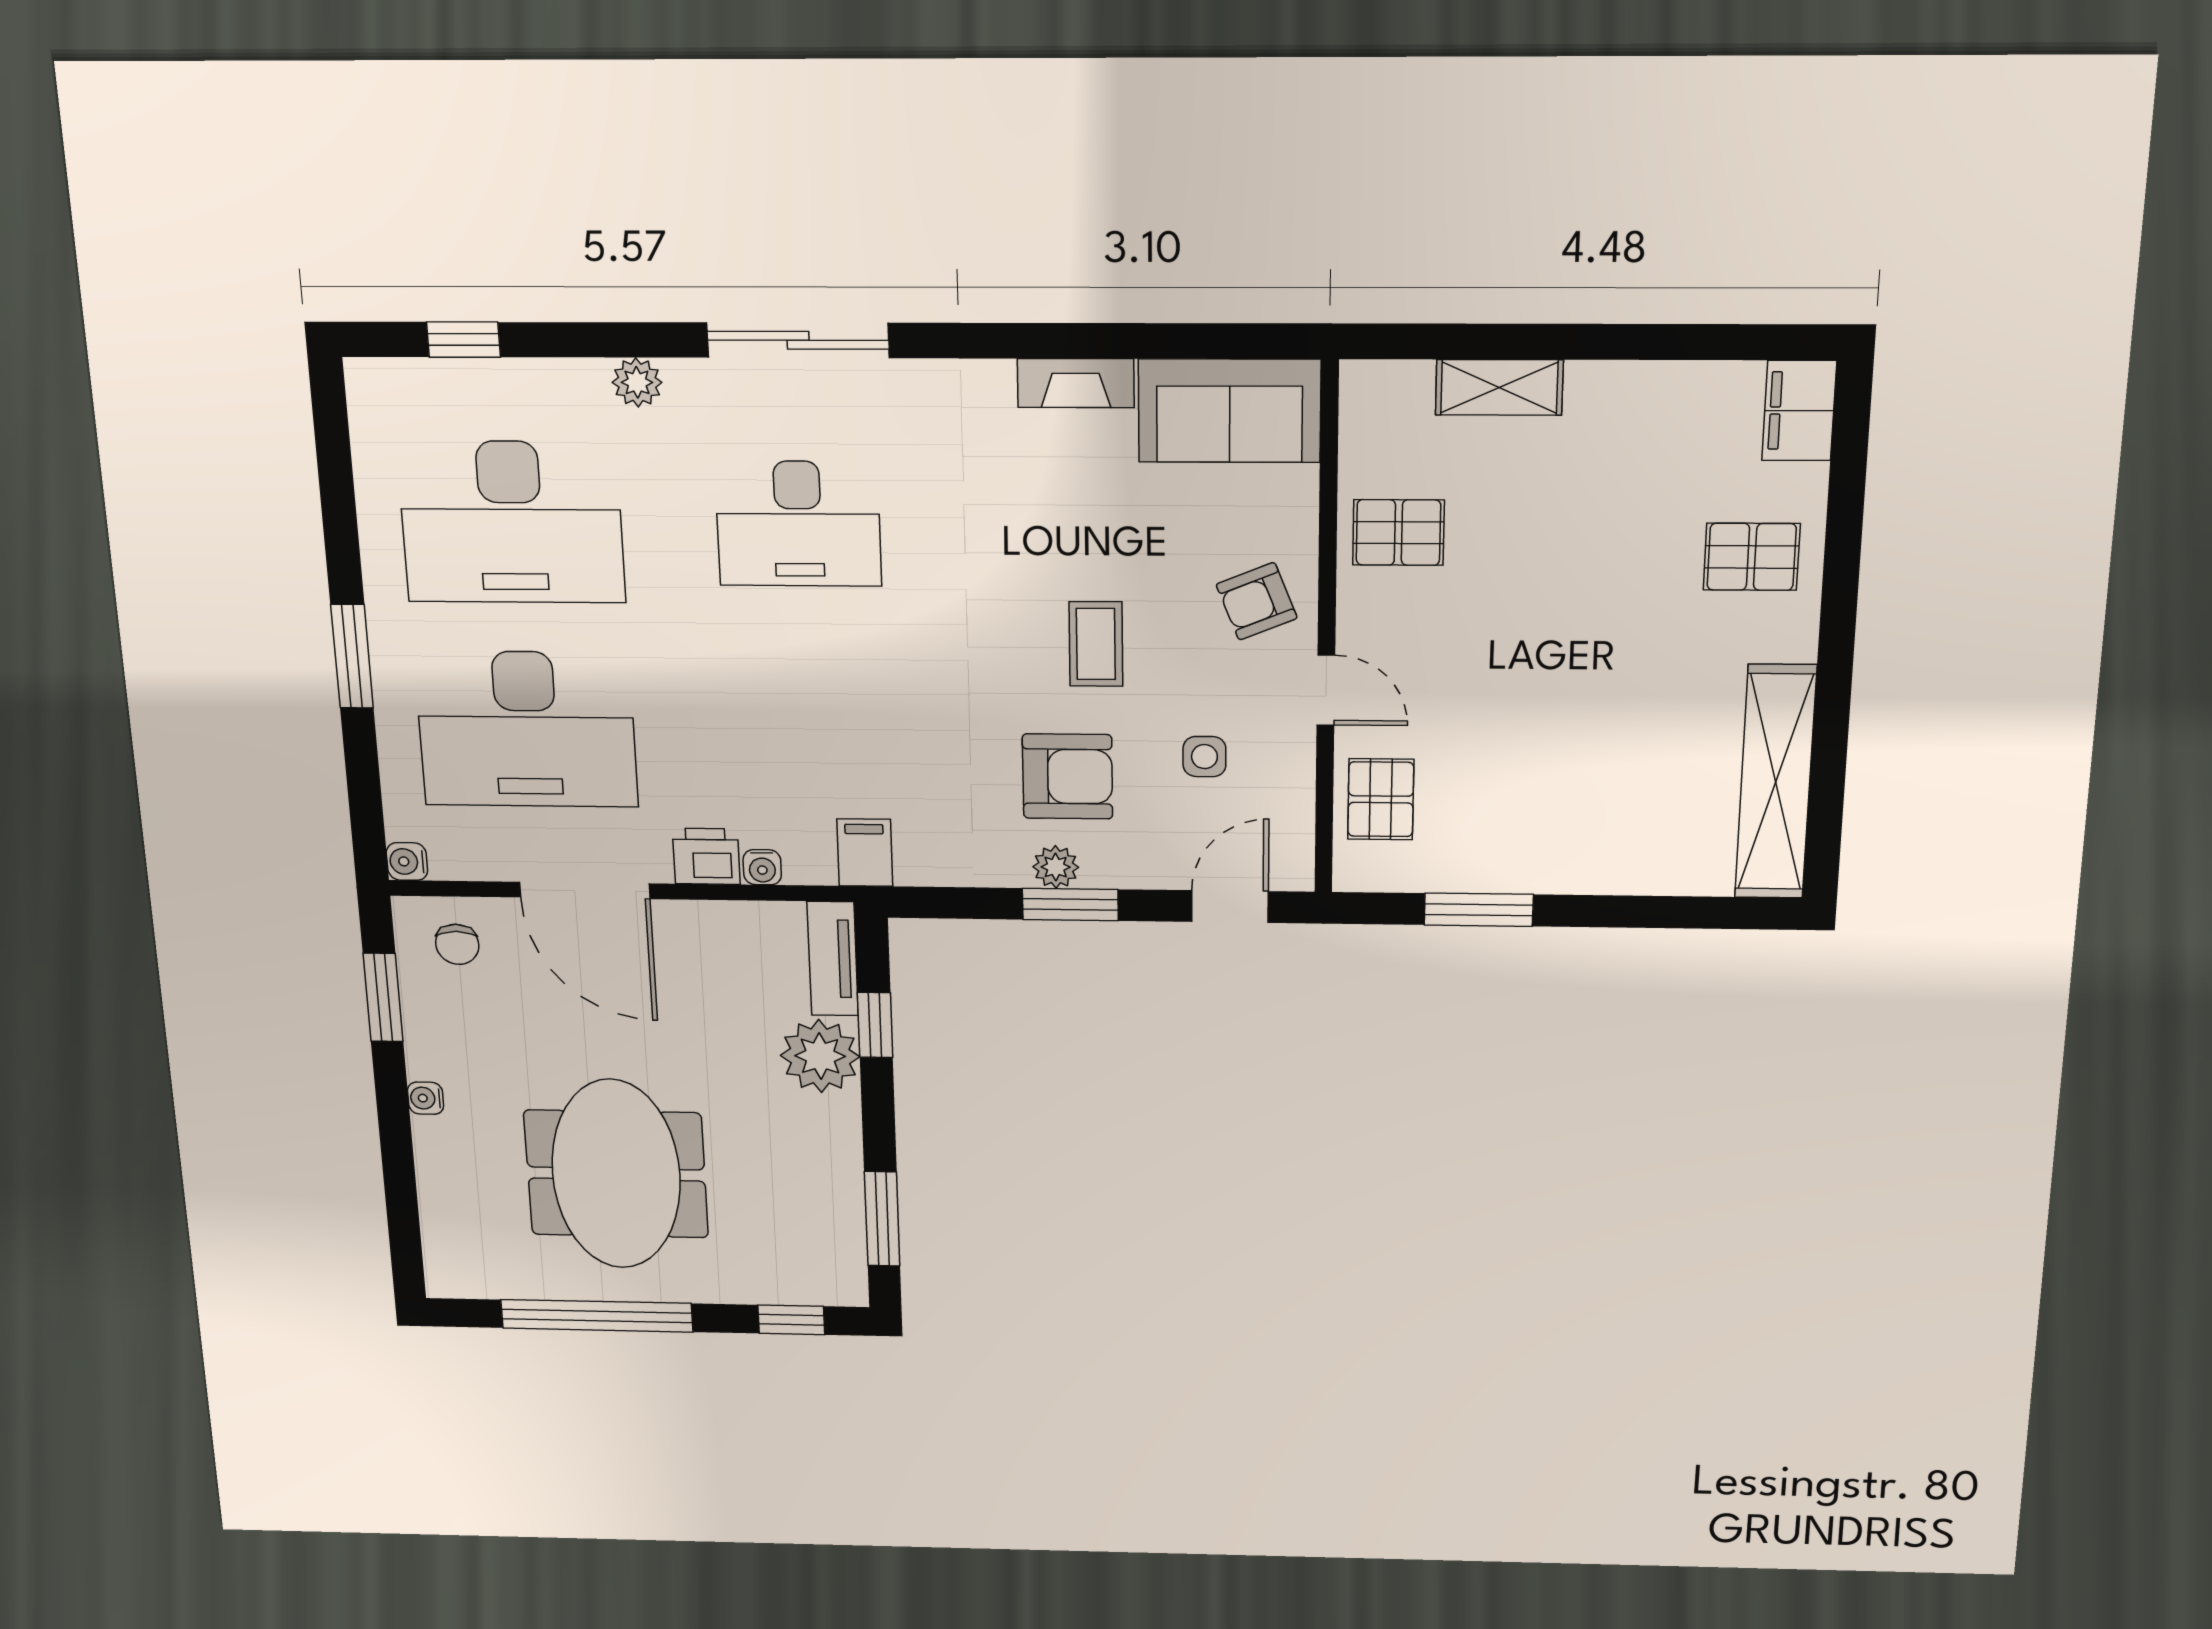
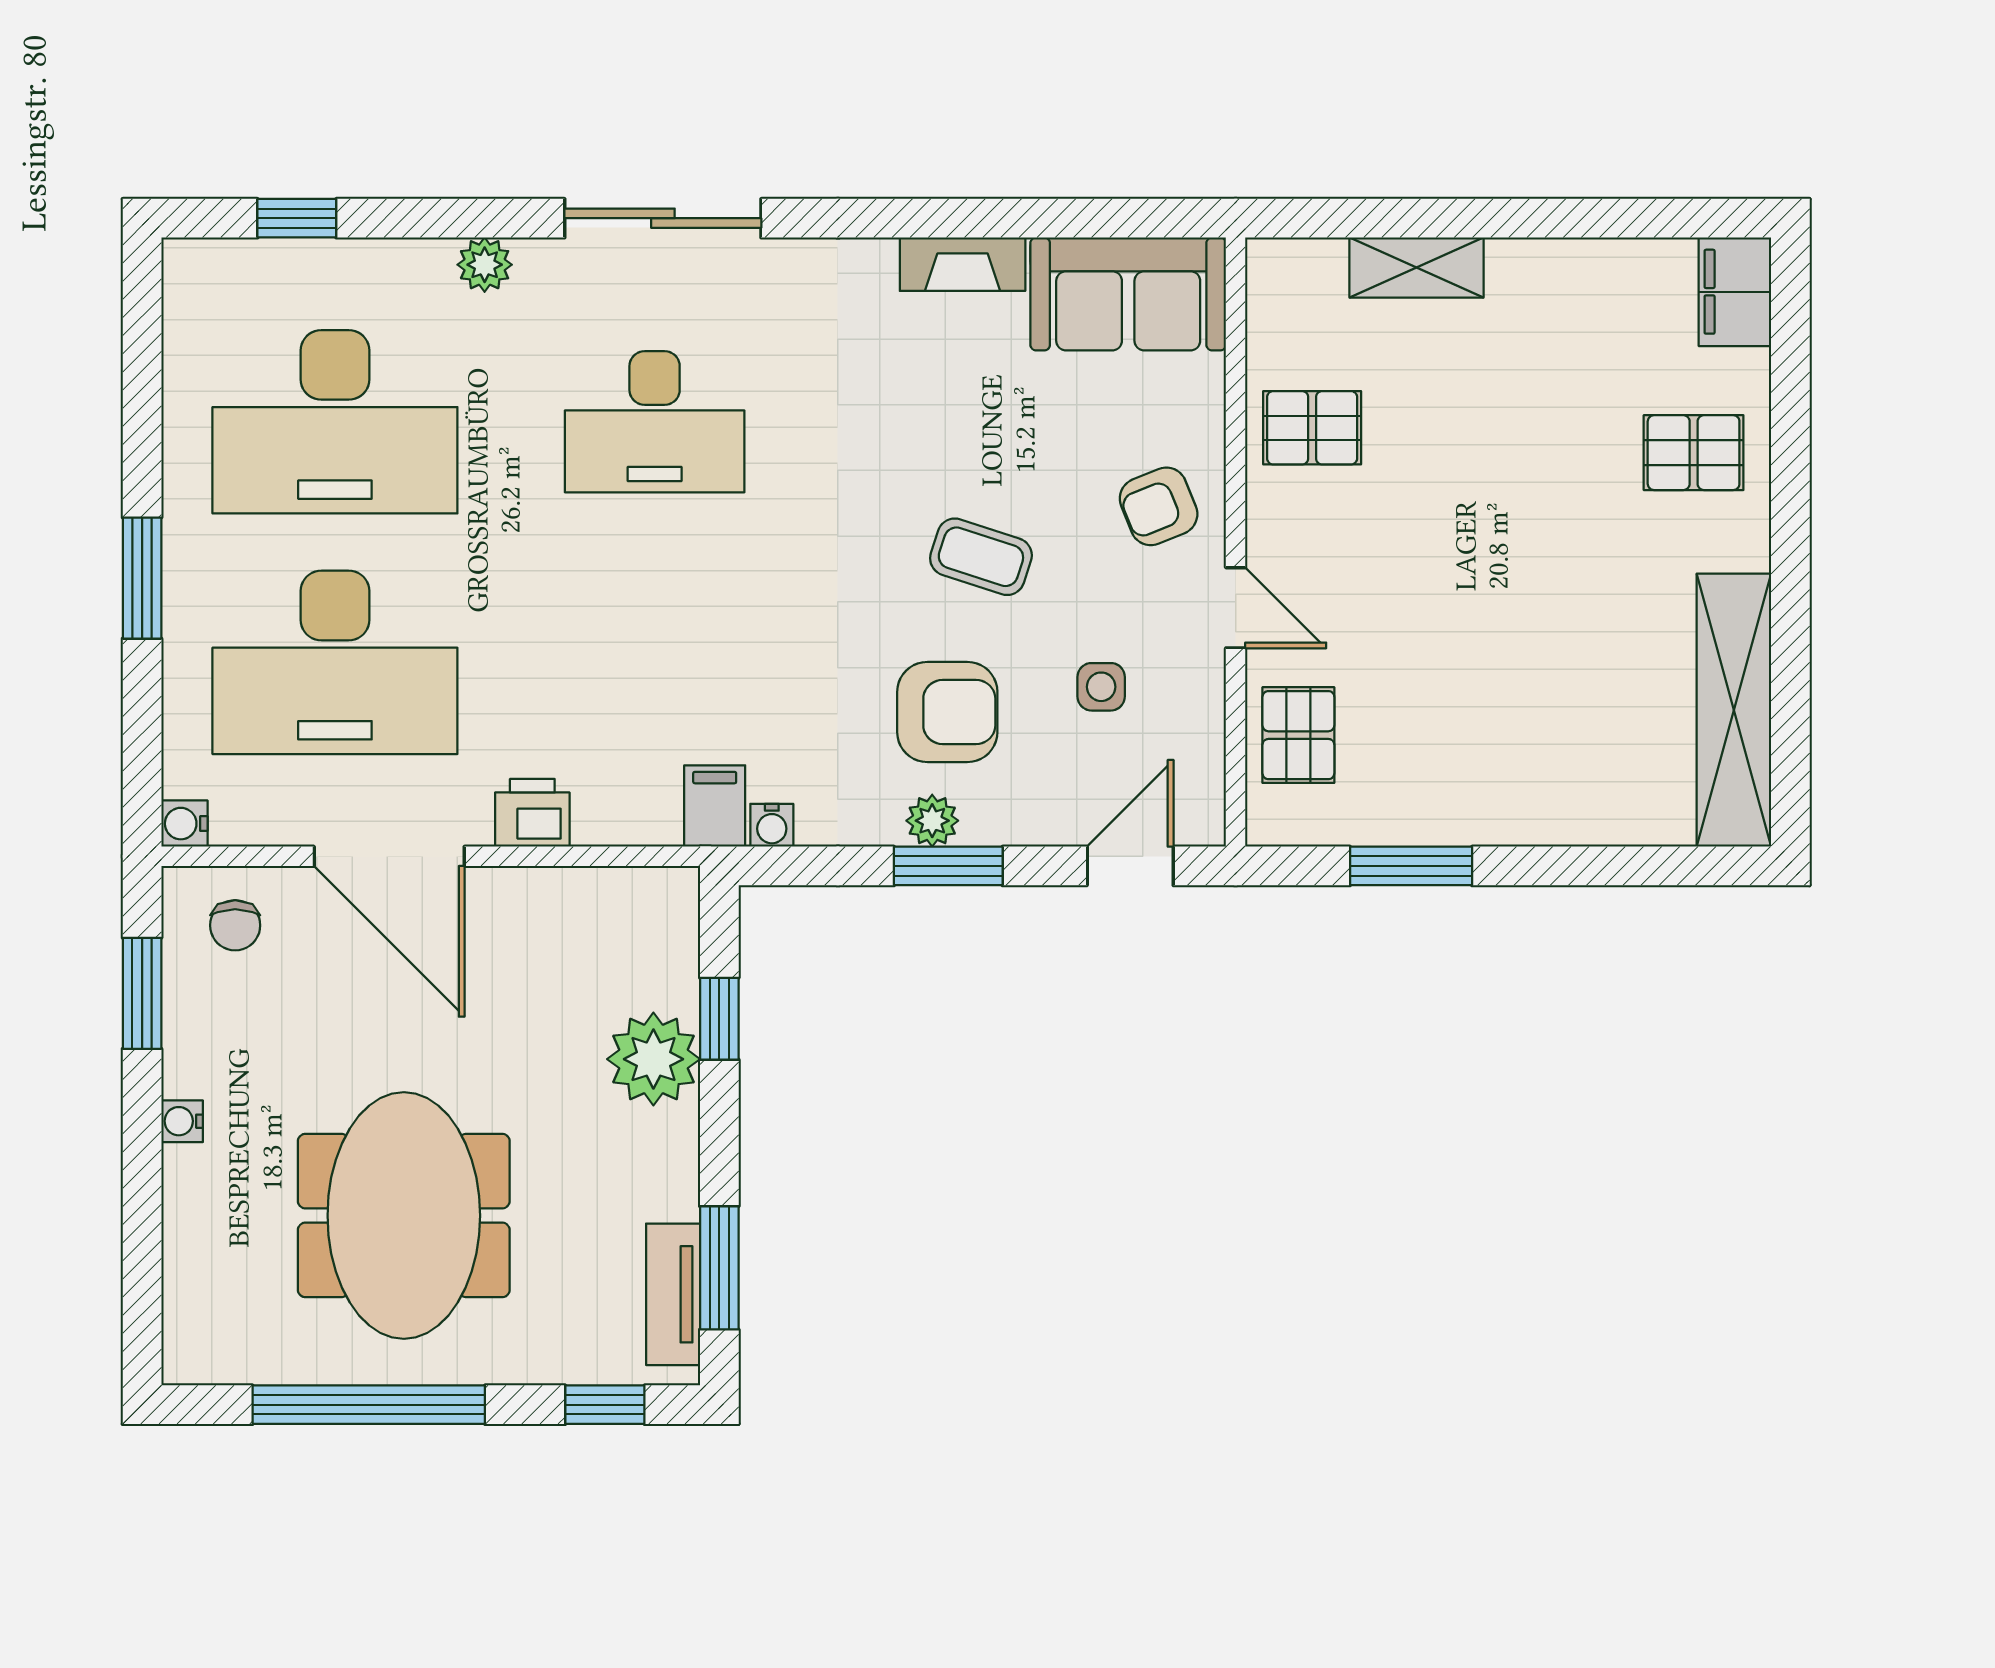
coffee table: (1096, 644) -> (981, 557), turned -72
water cooler: (762, 867) -> (772, 825), moved
tv unit: (833, 959) -> (673, 1294), moved

